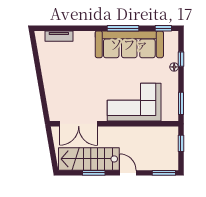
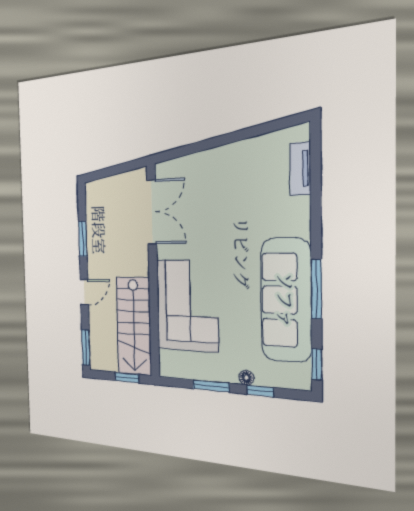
window: (181, 103) -> (211, 386), moved
double door: (79, 124) -> (152, 212), swing flipped
stairs: (89, 159) -> (134, 326), moved, turned 180

